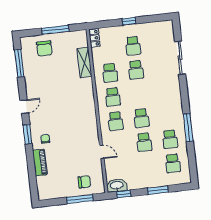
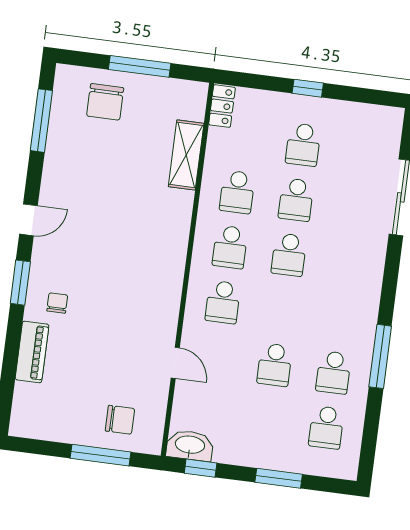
school desk: (141, 118) -> (289, 255), moved

